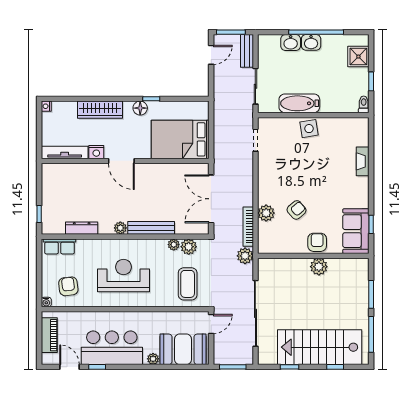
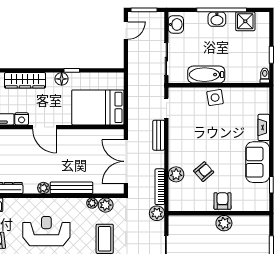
washbasin: (291, 43) -> (176, 24), moved, turned -90
bench: (247, 51) -> (159, 135), moved
shower: (358, 57) -> (245, 21), moved
sofa: (356, 231) -> (258, 162), moved

